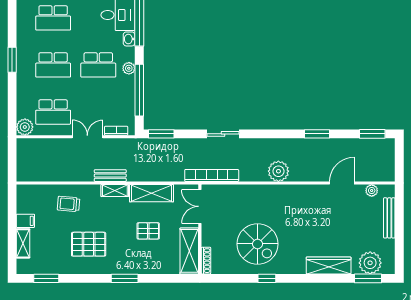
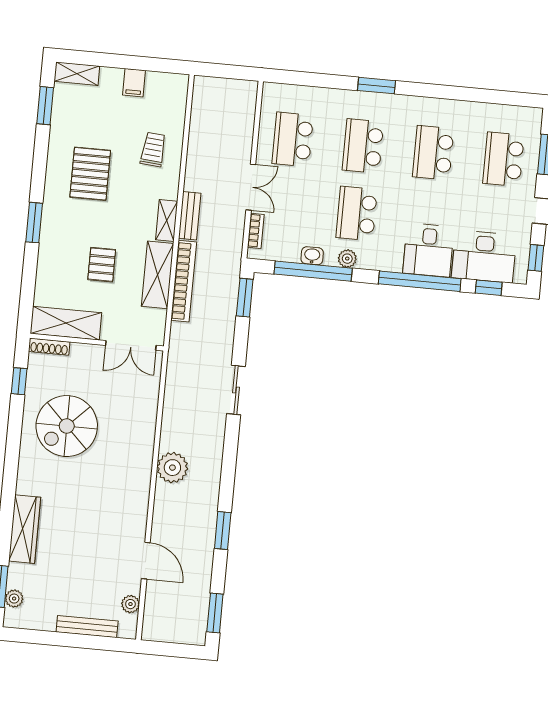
washbasin: (129, 39) -> (312, 256), moved
plant: (25, 127) -> (274, 95), removed
bookcase: (212, 175) -> (184, 281), moved
double door: (200, 206) -> (131, 345), swing flipped
shelving: (23, 243) -> (77, 74), moved
plant: (370, 263) -> (14, 599), width x0.53, depth x0.53
window: (267, 278) -> (19, 381), moved

